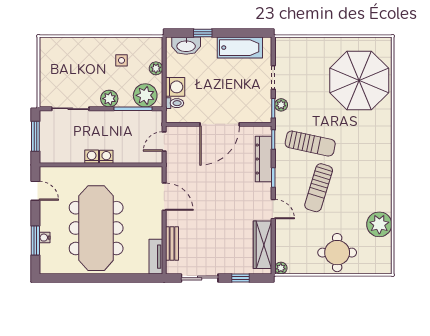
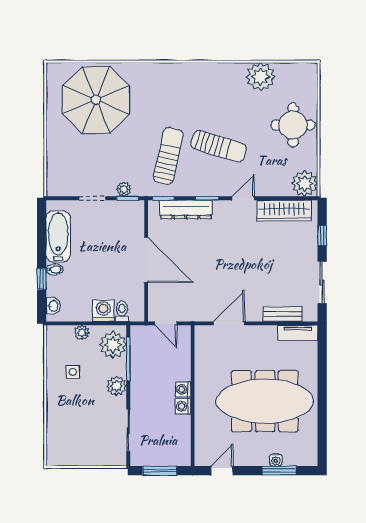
bidet: (211, 44) -> (54, 269), added
washbasin: (186, 46) -> (53, 306), width x0.52, depth x0.69
plant: (281, 268) -> (305, 184), width x1.87, depth x1.87

